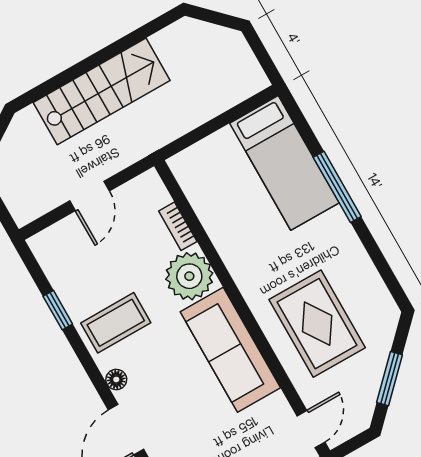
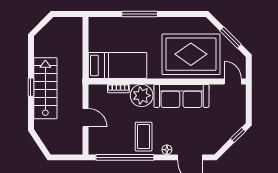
window: (89, 64) -> (31, 87), added
bed: (285, 163) -> (117, 65), moved
window: (58, 310) -> (125, 157), width x3.17
rug: (317, 324) -> (191, 54), width x1.37, depth x1.44

